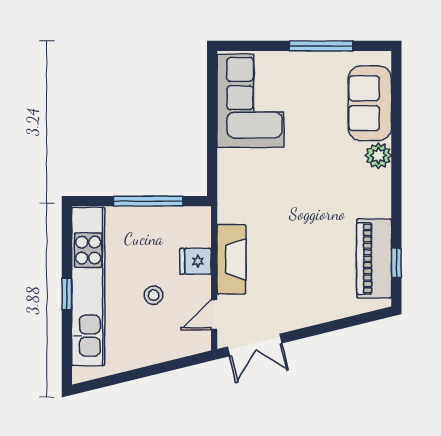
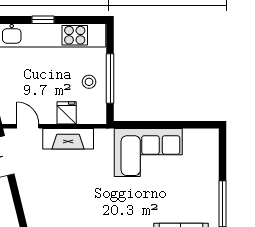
corner sofa: (250, 101) -> (148, 153), moved
stool: (153, 295) -> (89, 82), moved

